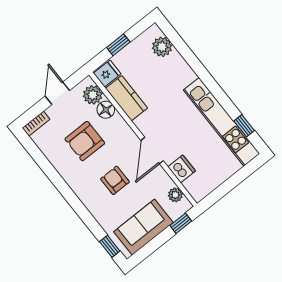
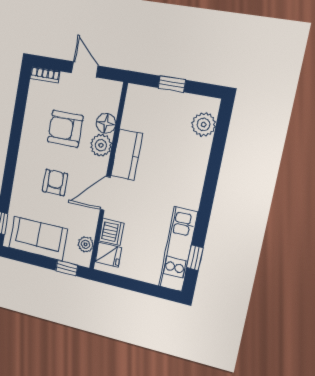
fridge: (107, 74) -> (108, 255), moved
door: (57, 93) -> (85, 69), hinge flipped
plant: (93, 95) -> (101, 145), moved
kitchen counter: (126, 98) -> (127, 155), moved
kitchen unit: (222, 122) -> (178, 249), width x0.73

